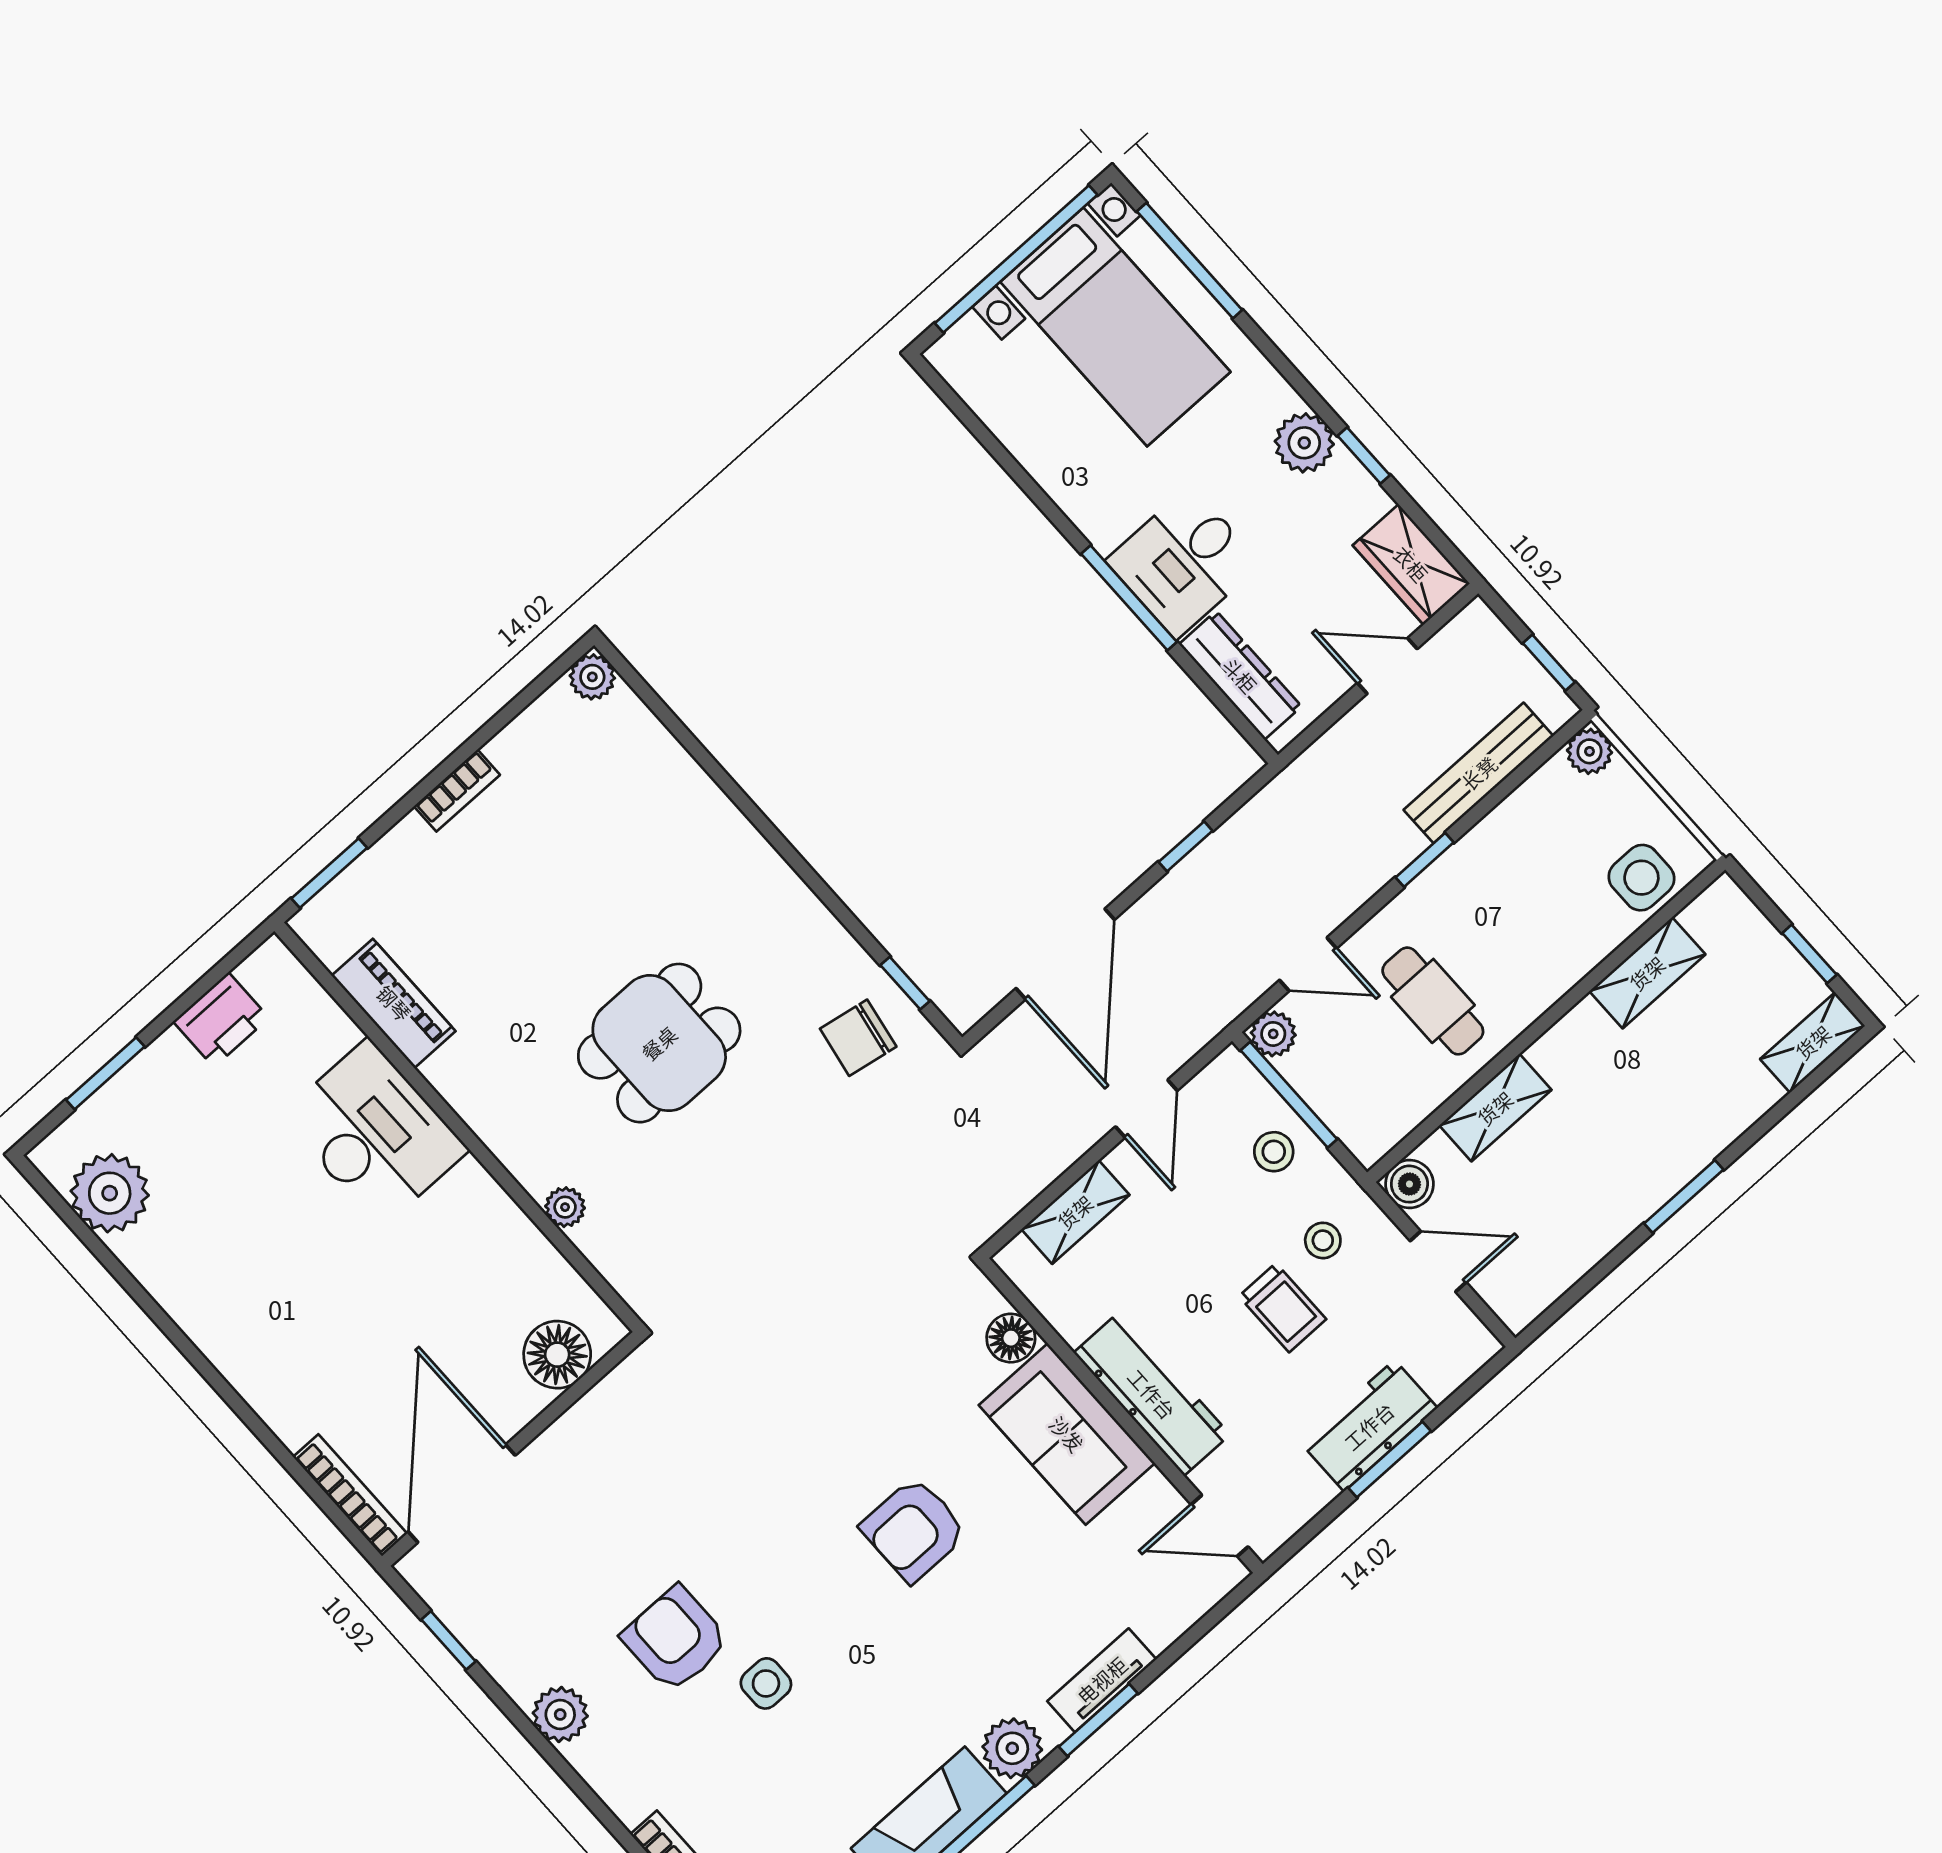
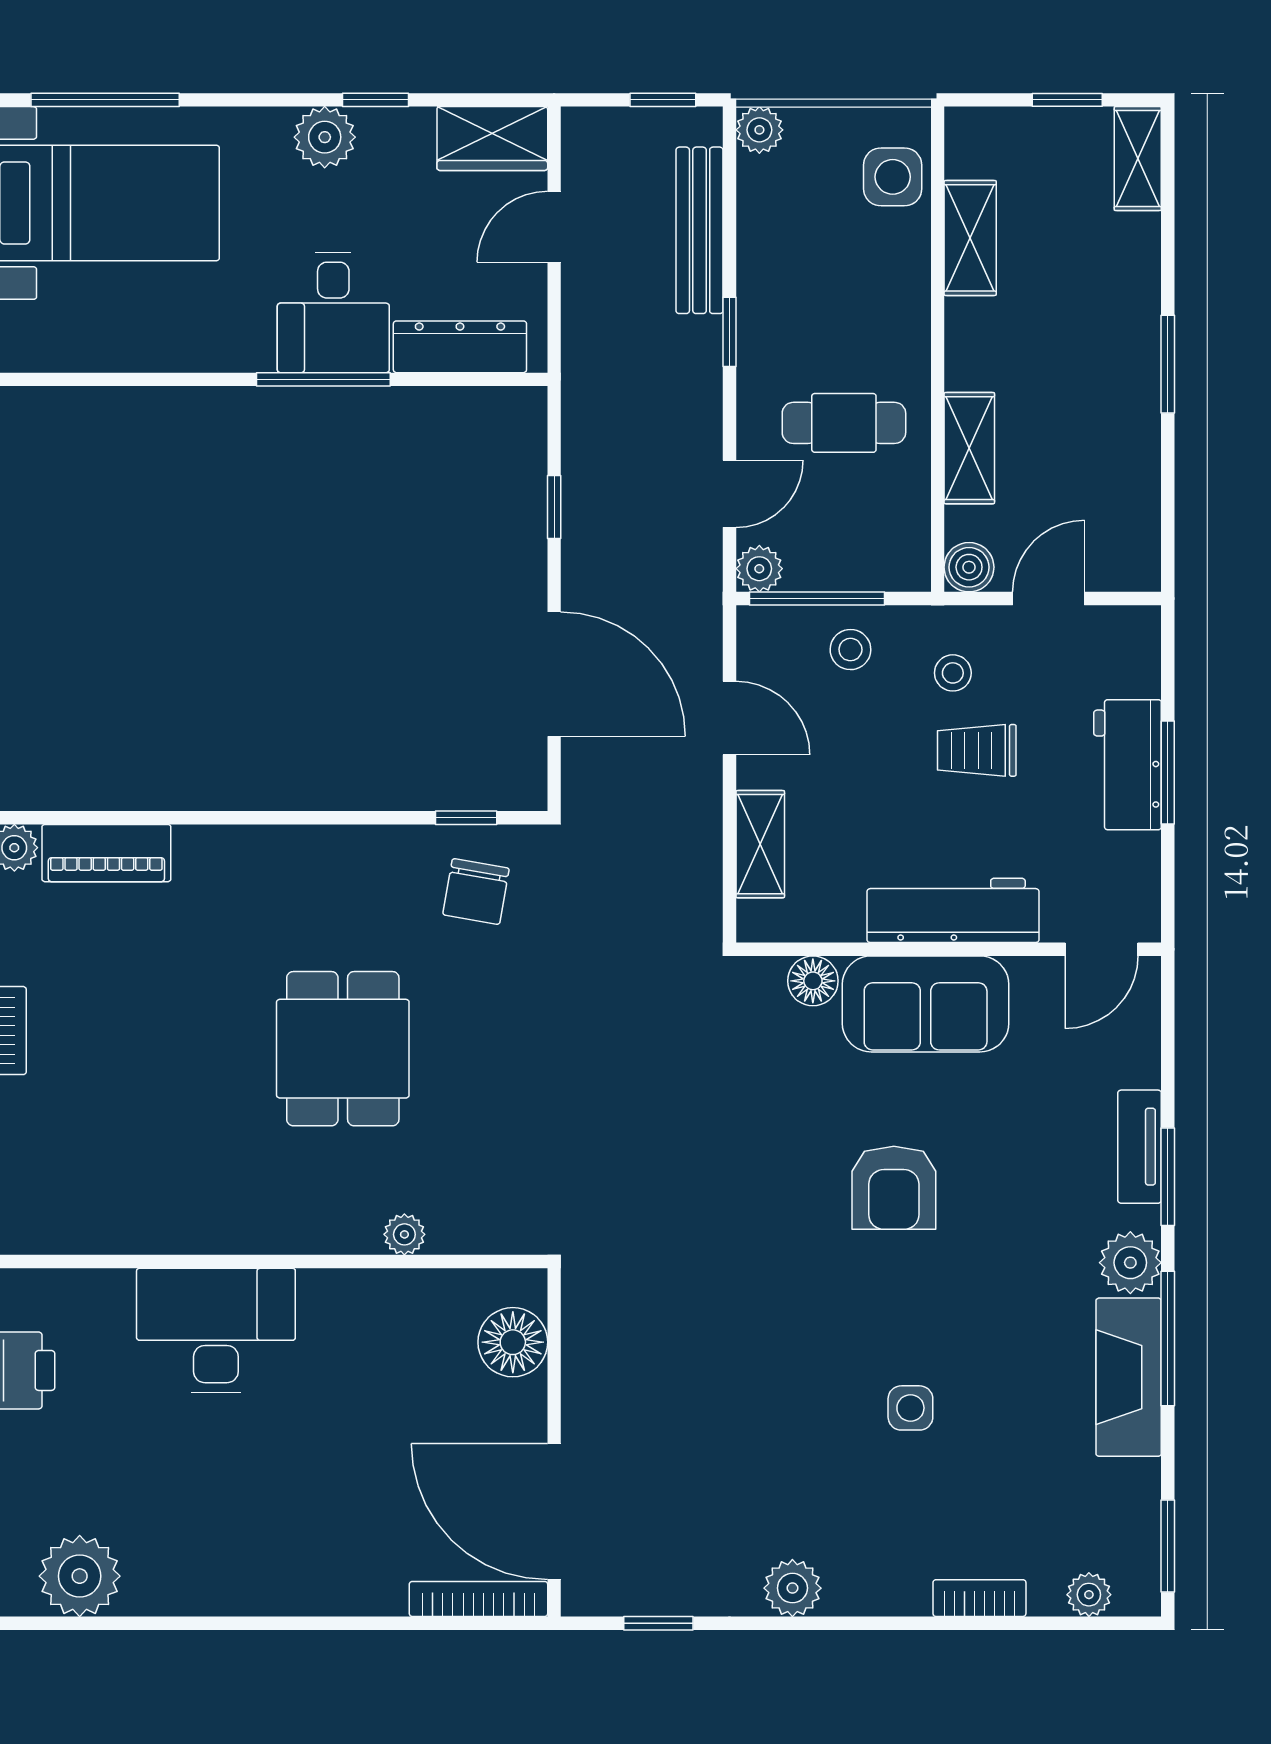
piano: (394, 1003) -> (106, 853), moved, turned 180
trolley: (1282, 1308) -> (977, 750), turned 180
armchair: (675, 1639) -> (814, 1447), removed

